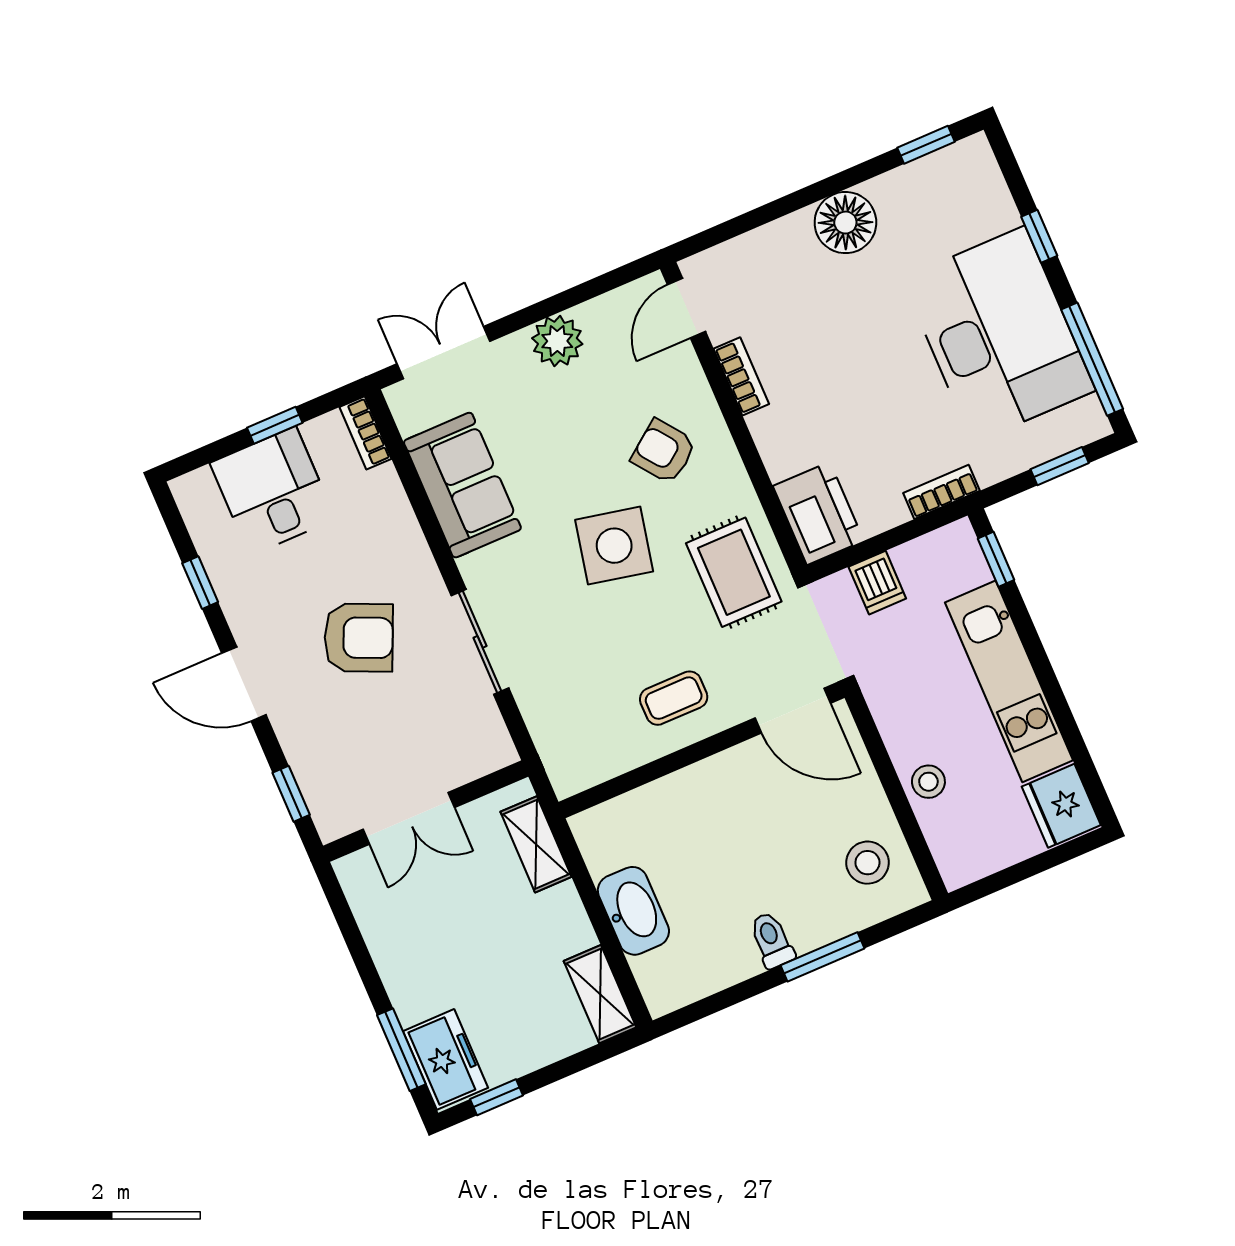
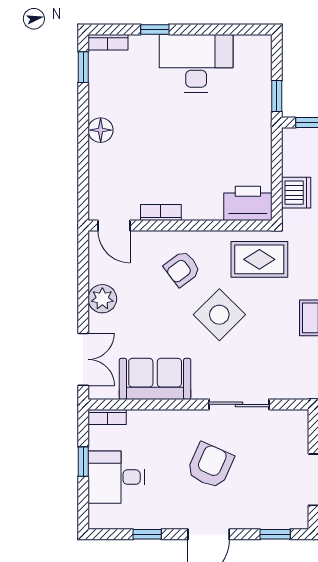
floor lamp: (845, 223) -> (101, 130), width x0.73, depth x0.73
desk: (999, 335) -> (196, 63), width x0.73, depth x0.77
double door: (444, 353) -> (83, 359), swing flipped
window: (1092, 359) -> (229, 29), removed
window: (1060, 466) -> (277, 96), moved
bookcase: (942, 492) -> (108, 42), moved, turned -90
side table: (614, 546) -> (219, 315), turned 33
dishwasher: (877, 583) -> (296, 193), width x1.38

